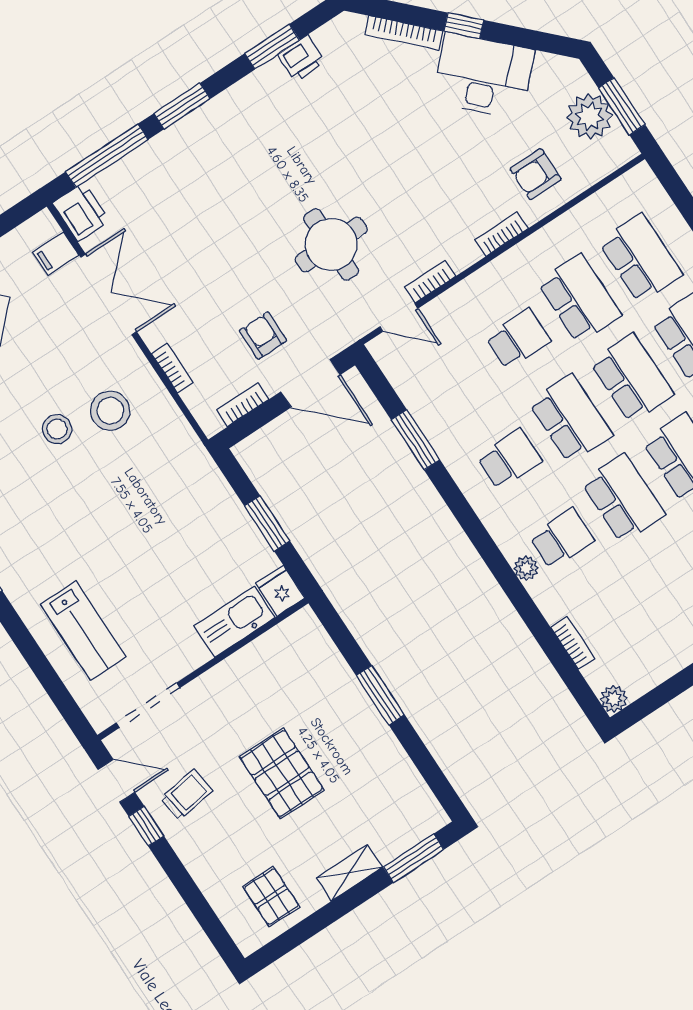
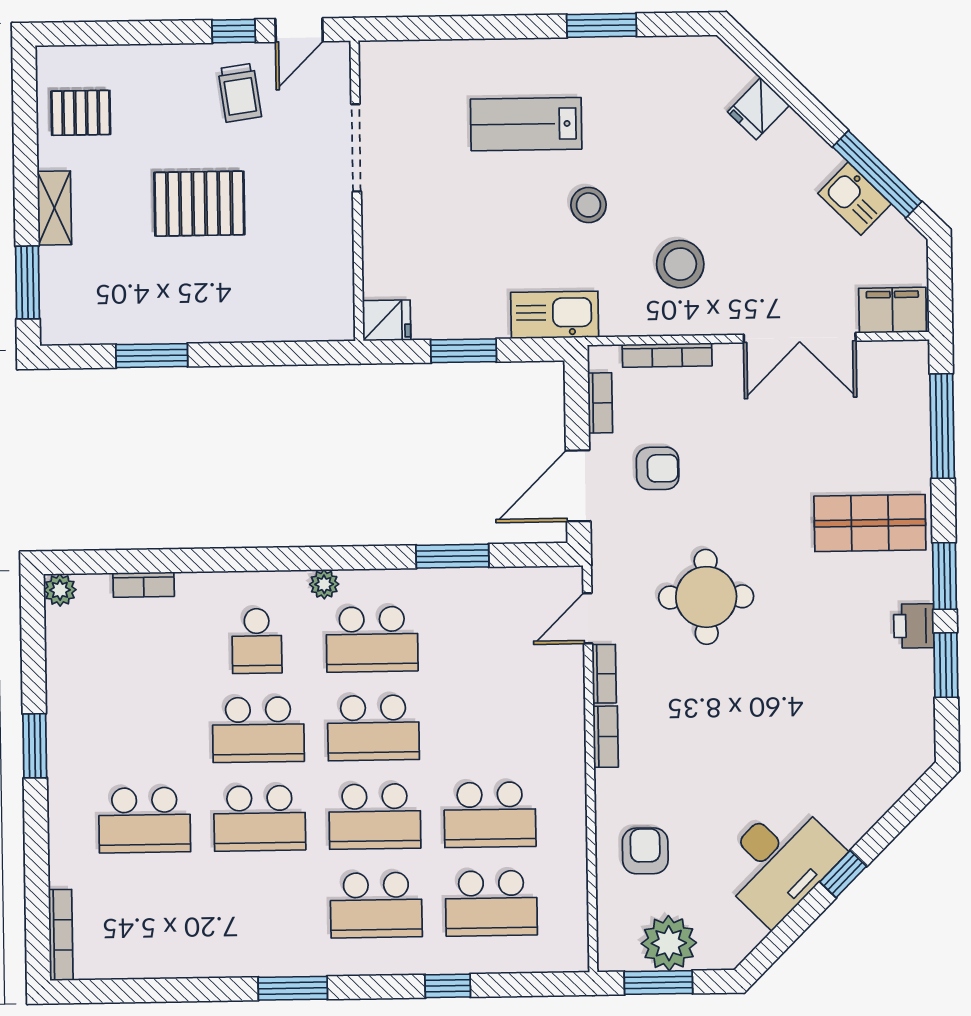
bookcase: (404, 33) -> (875, 808), removed
printer: (302, 58) -> (914, 626), moved
window: (182, 106) -> (944, 576), moved
shop shelf: (207, 163) -> (870, 523), added
printer: (81, 212) -> (902, 363), removed
bookcase: (501, 234) -> (606, 737), moved
filing cabinet: (56, 254) -> (893, 310), width x2.00
school desk: (518, 339) -> (489, 726), removed
bookcase: (172, 368) -> (667, 355), width x1.56
stool: (57, 429) -> (589, 205), moved
school desk: (509, 459) -> (372, 639), width x1.85
plant: (526, 568) -> (324, 584), moved
kitchen sink: (234, 622) -> (555, 315), moved, turned -90
lab bench: (83, 631) -> (526, 124), moved
window: (380, 695) -> (152, 356), moved
doorway: (148, 705) -> (356, 148), moved

